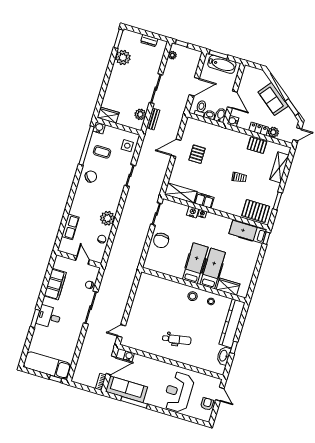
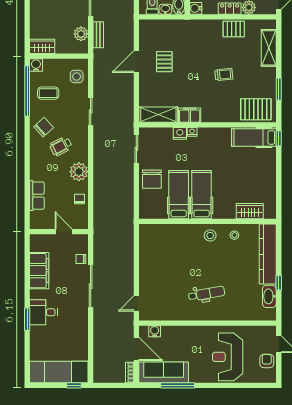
wheelchair: (100, 195) -> (61, 146), added
hospital bed: (213, 268) -> (179, 195), moved
door: (111, 365) -> (136, 349), hinge flipped

